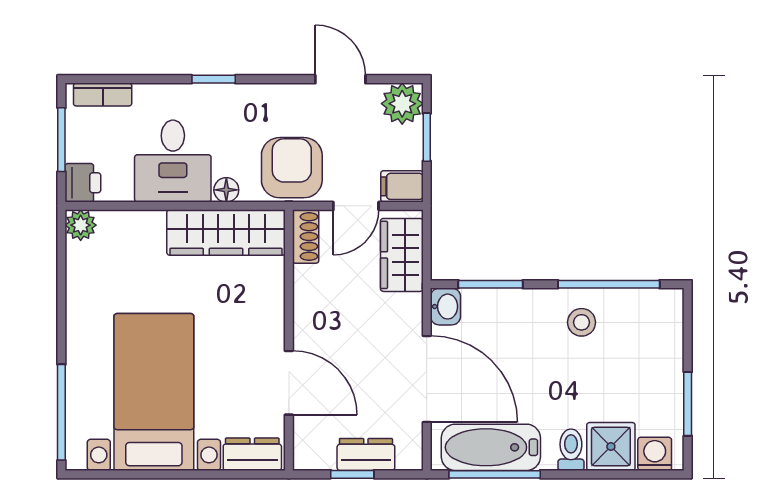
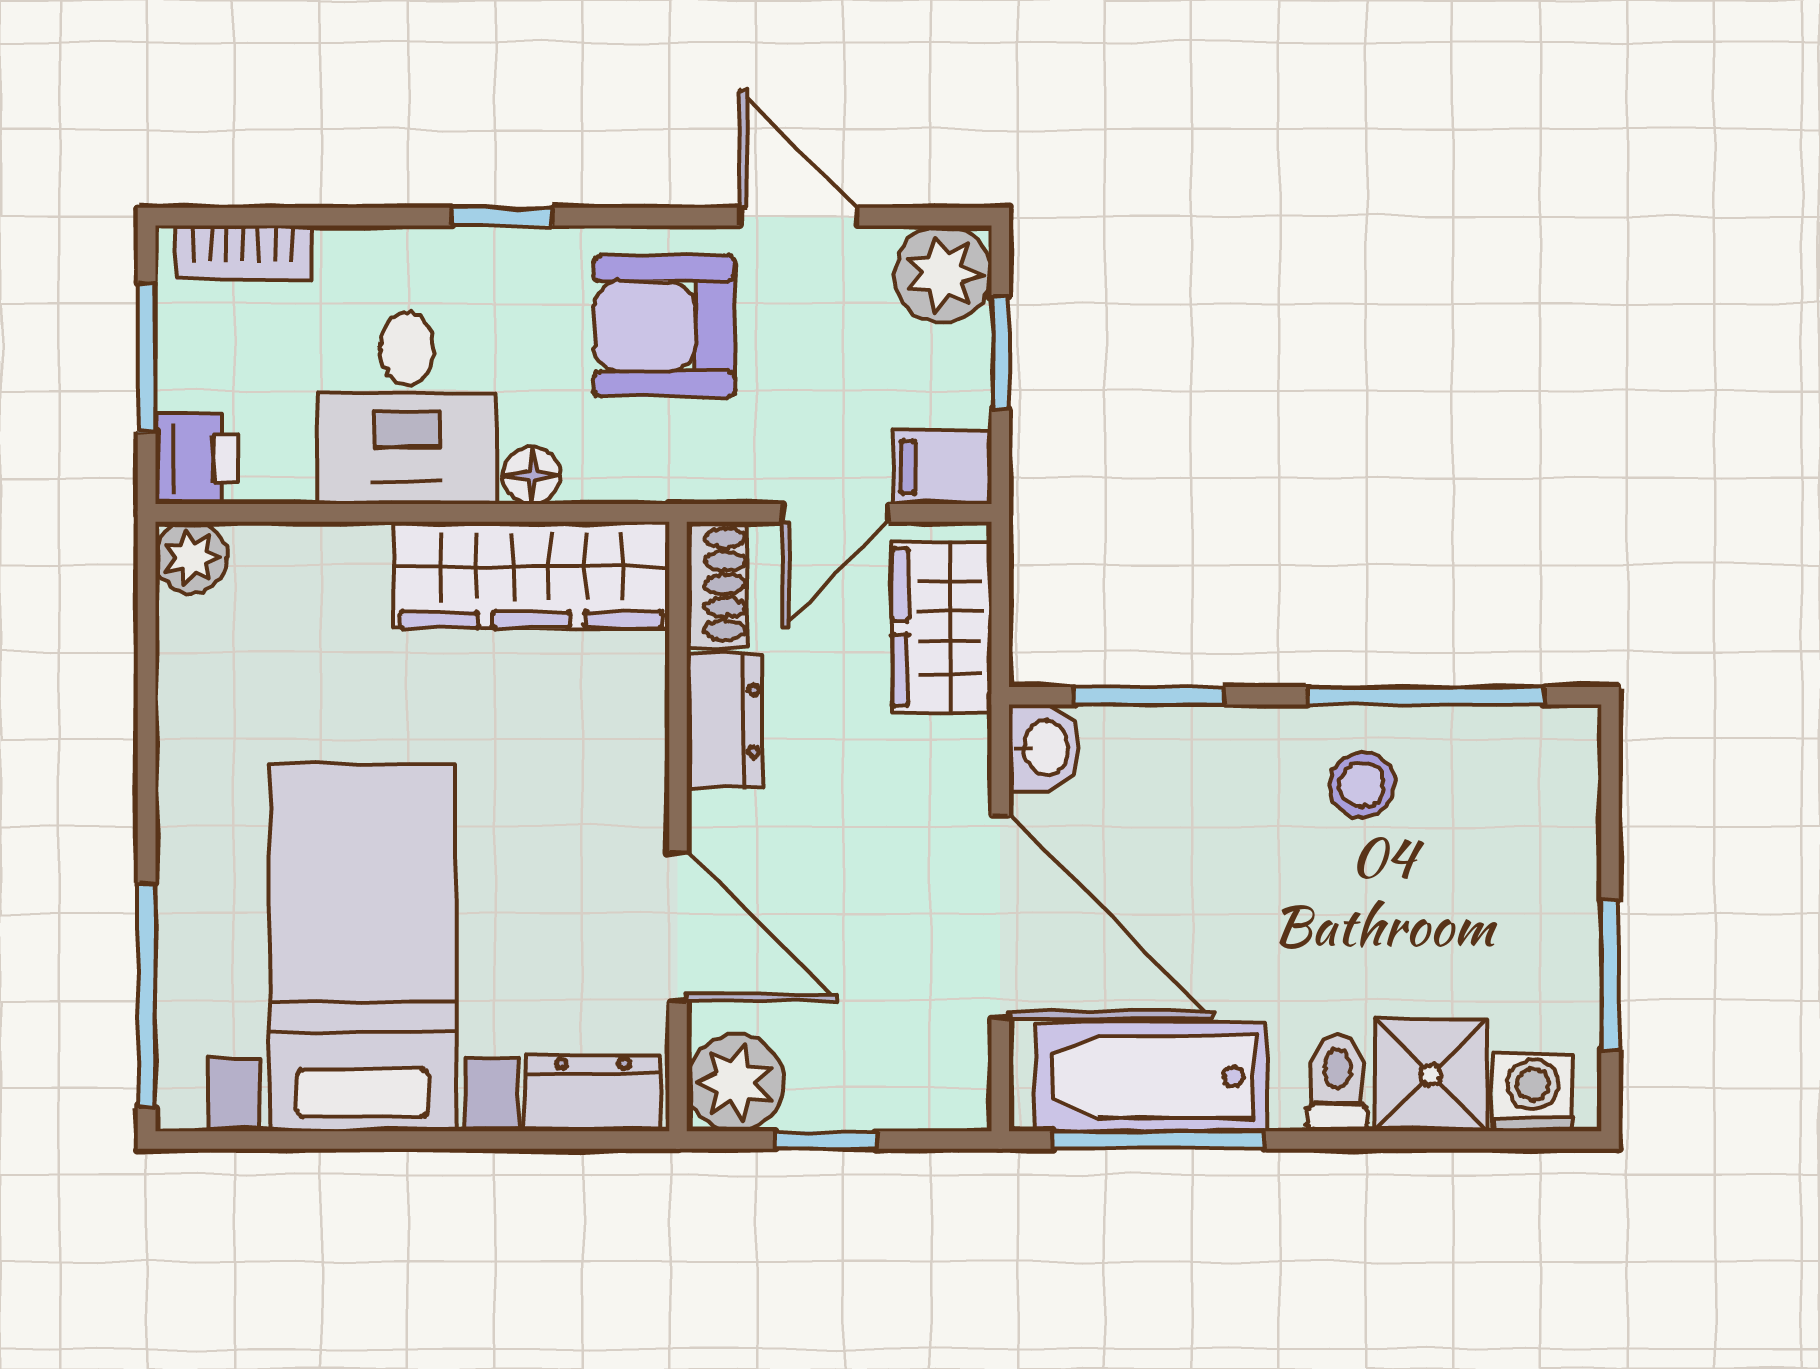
armchair: (292, 168) -> (664, 326), moved, turned -90
plant: (313, 450) -> (735, 1083), added
dresser: (366, 454) -> (724, 721), moved, turned 90

